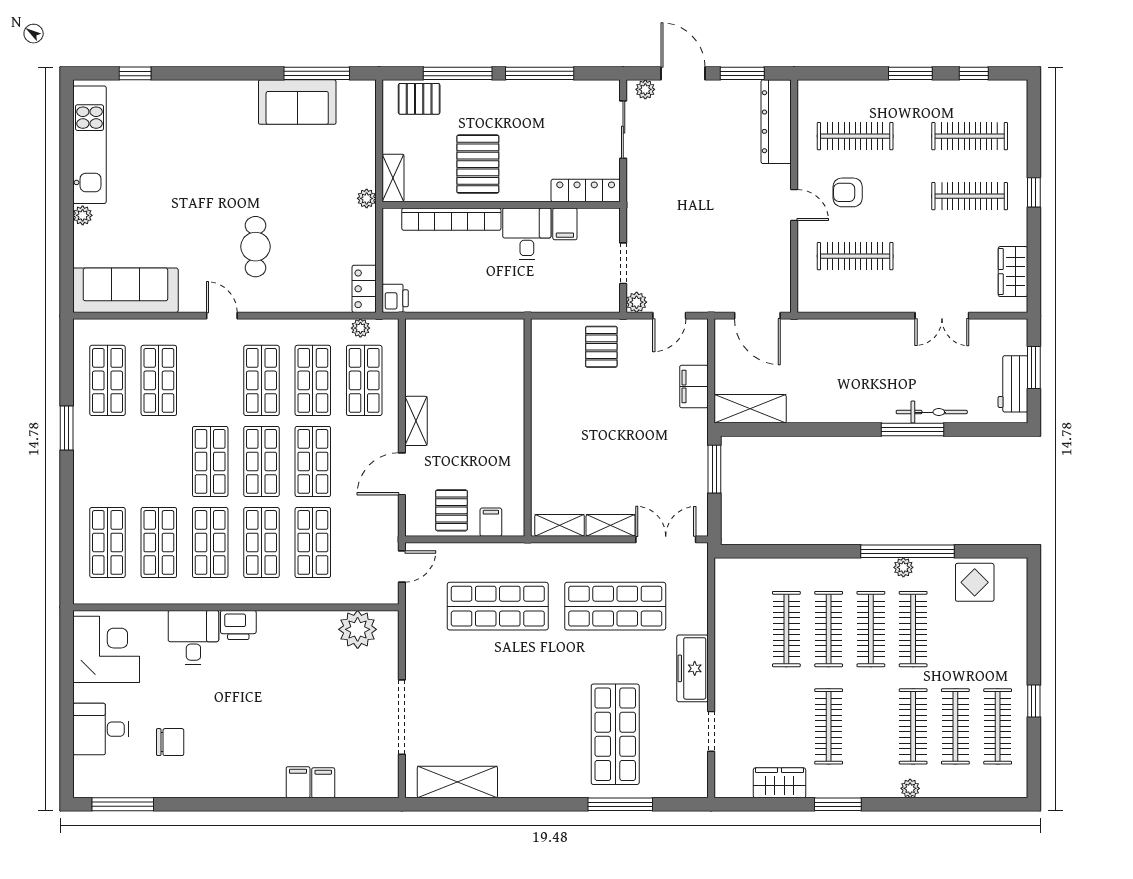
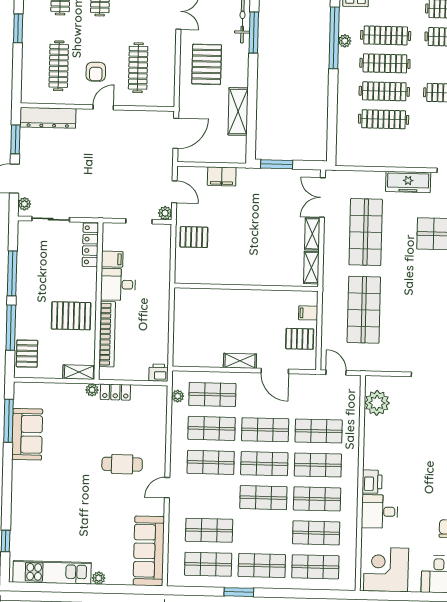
locker: (364, 289) -> (115, 392), moved
pallet: (863, 360) -> (207, 64), added
shelving: (750, 409) -> (238, 111), moved
shop shelf: (107, 461) -> (262, 566), added

